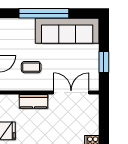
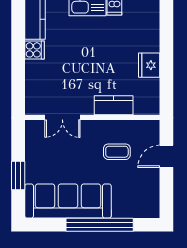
window: (104, 62) -> (18, 175), moved
double door: (71, 92) -> (62, 117), width x0.73

